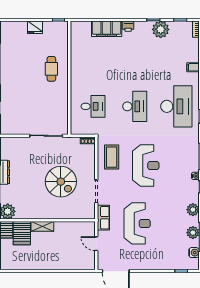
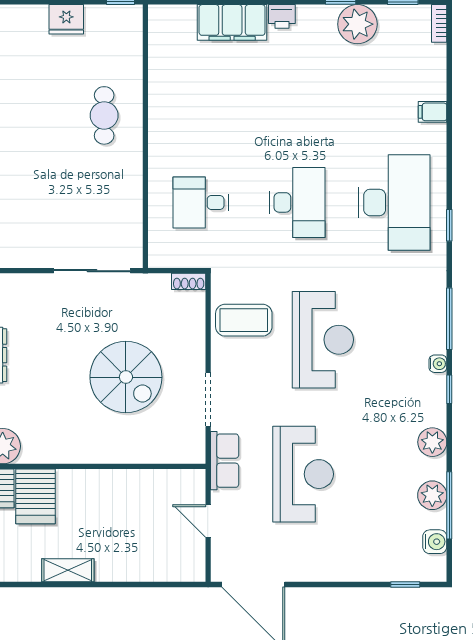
desk: (93, 106) -> (201, 202), turned 180
coffee table: (112, 157) -> (244, 320), turned 90
shelving: (42, 226) -> (68, 570), moved

